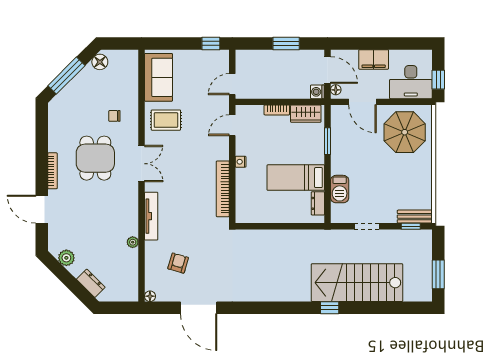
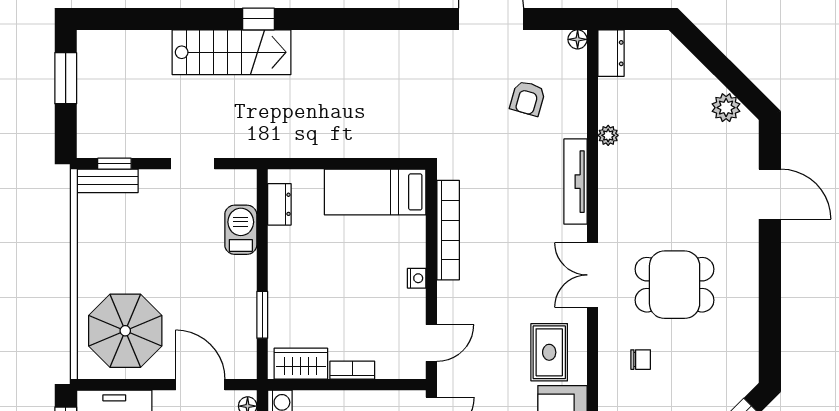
rug: (166, 120) -> (549, 352), turned 90
dining table: (95, 158) -> (675, 285), turned 90
bookcase: (52, 171) -> (751, 262), removed
bed: (296, 178) -> (375, 192), moved, turned 180
dresser: (91, 283) -> (611, 53), moved, turned -135
stairs: (357, 283) -> (232, 52), width x0.73, depth x0.66

